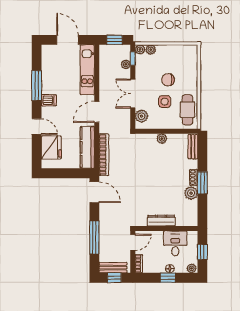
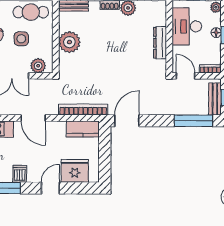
plant: (162, 139) -> (69, 42), width x1.88, depth x1.88
kitchen counter: (87, 147) -> (83, 129), width x0.67
window: (94, 238) -> (193, 121), moved
desk: (175, 243) -> (187, 26), width x1.37

